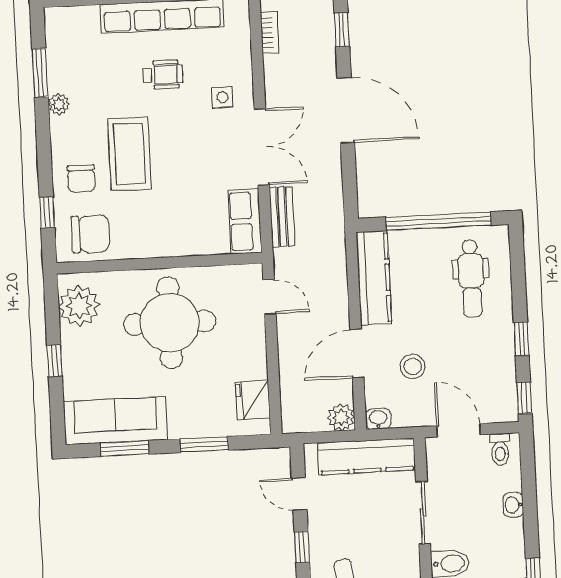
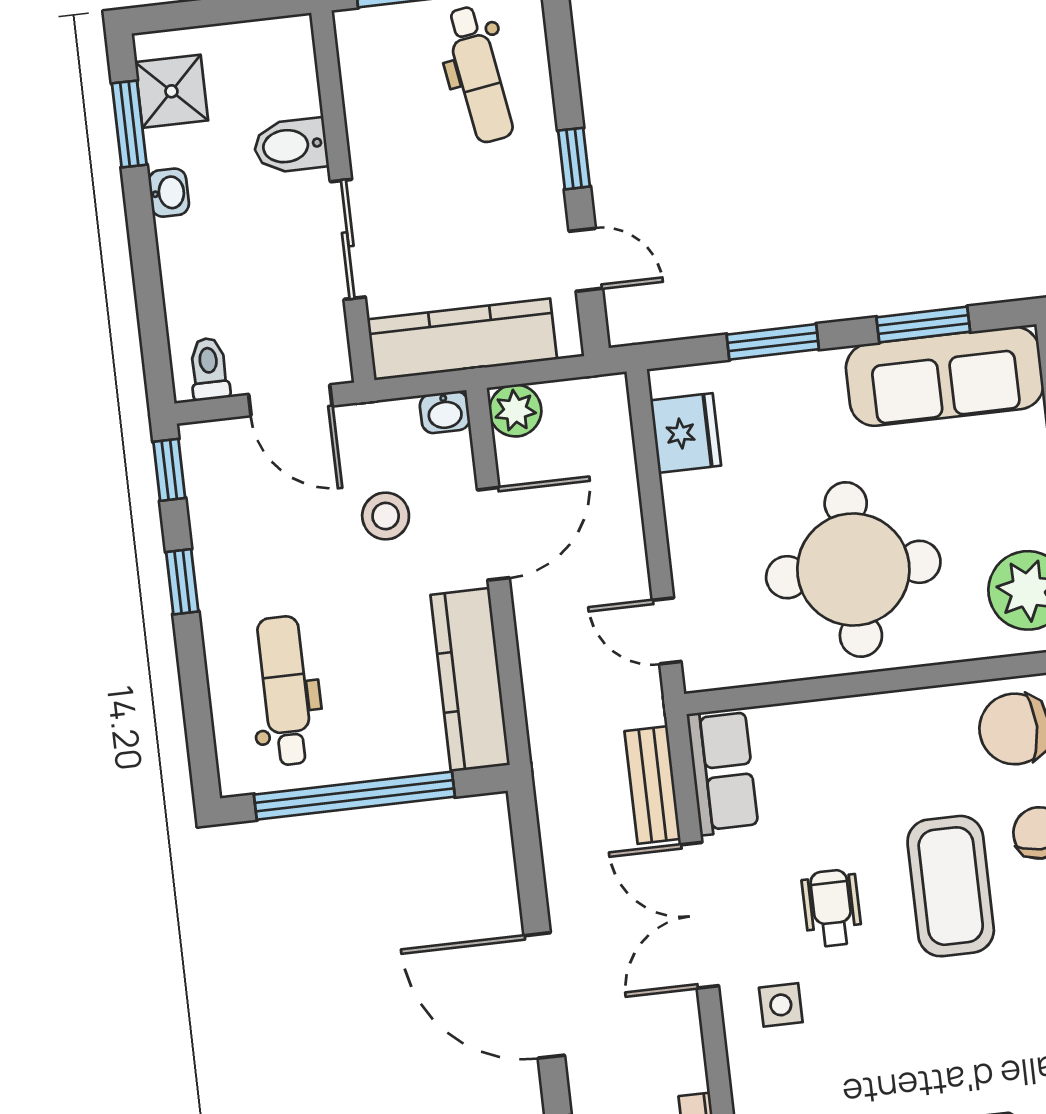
wheelchair: (163, 75) -> (832, 908), moved, turned 90
washbasin: (513, 505) -> (169, 193), moved

